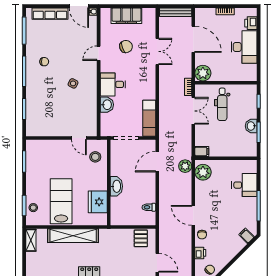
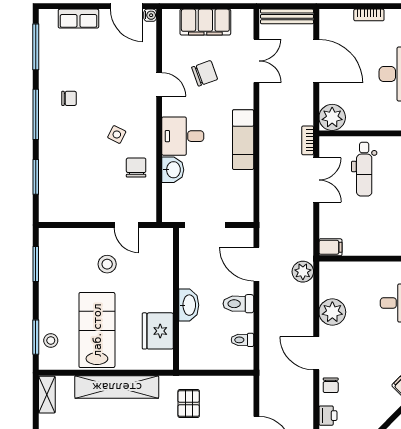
row of seats: (50, 14) -> (78, 19), width x0.68
double door: (157, 51) -> (256, 61), moved
door: (99, 53) -> (159, 84), swing flipped
chair: (85, 103) -> (136, 168), added
exam couch: (149, 118) -> (243, 140), moved
stool: (95, 157) -> (107, 264), moved
door: (157, 162) -> (256, 264), hinge flipped
plant: (203, 172) -> (332, 312), moved
toilet: (146, 185) -> (238, 304), added
pallet: (141, 238) -> (189, 404), moved

